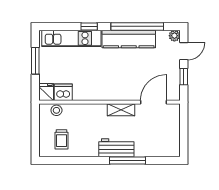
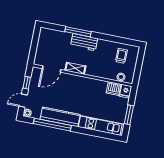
window: (89, 26) -> (86, 131), removed

